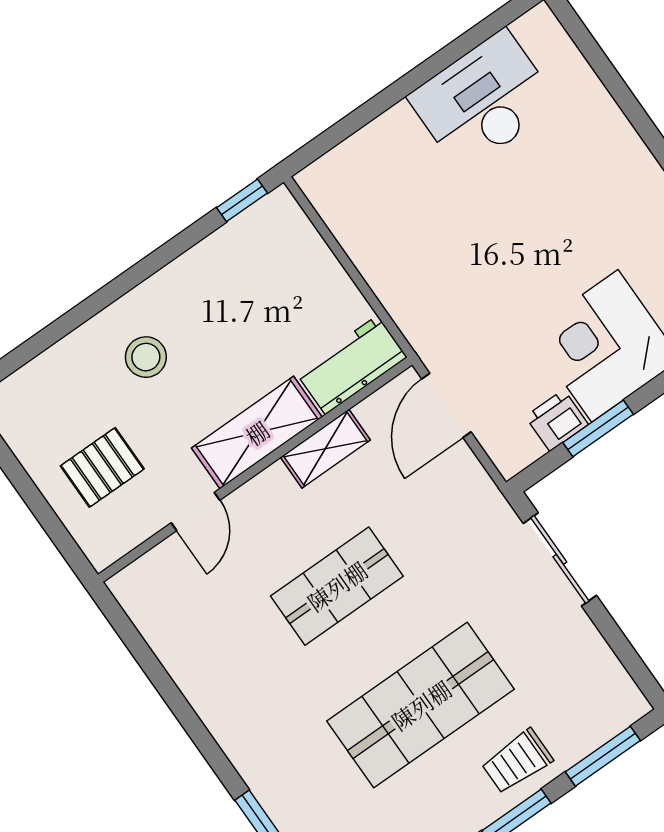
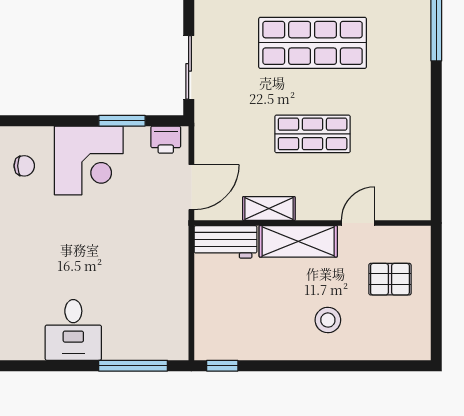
desk: (483, 101) -> (73, 330), width x0.73
window: (359, 118) -> (133, 366), added
printer: (557, 420) -> (166, 140), moved

